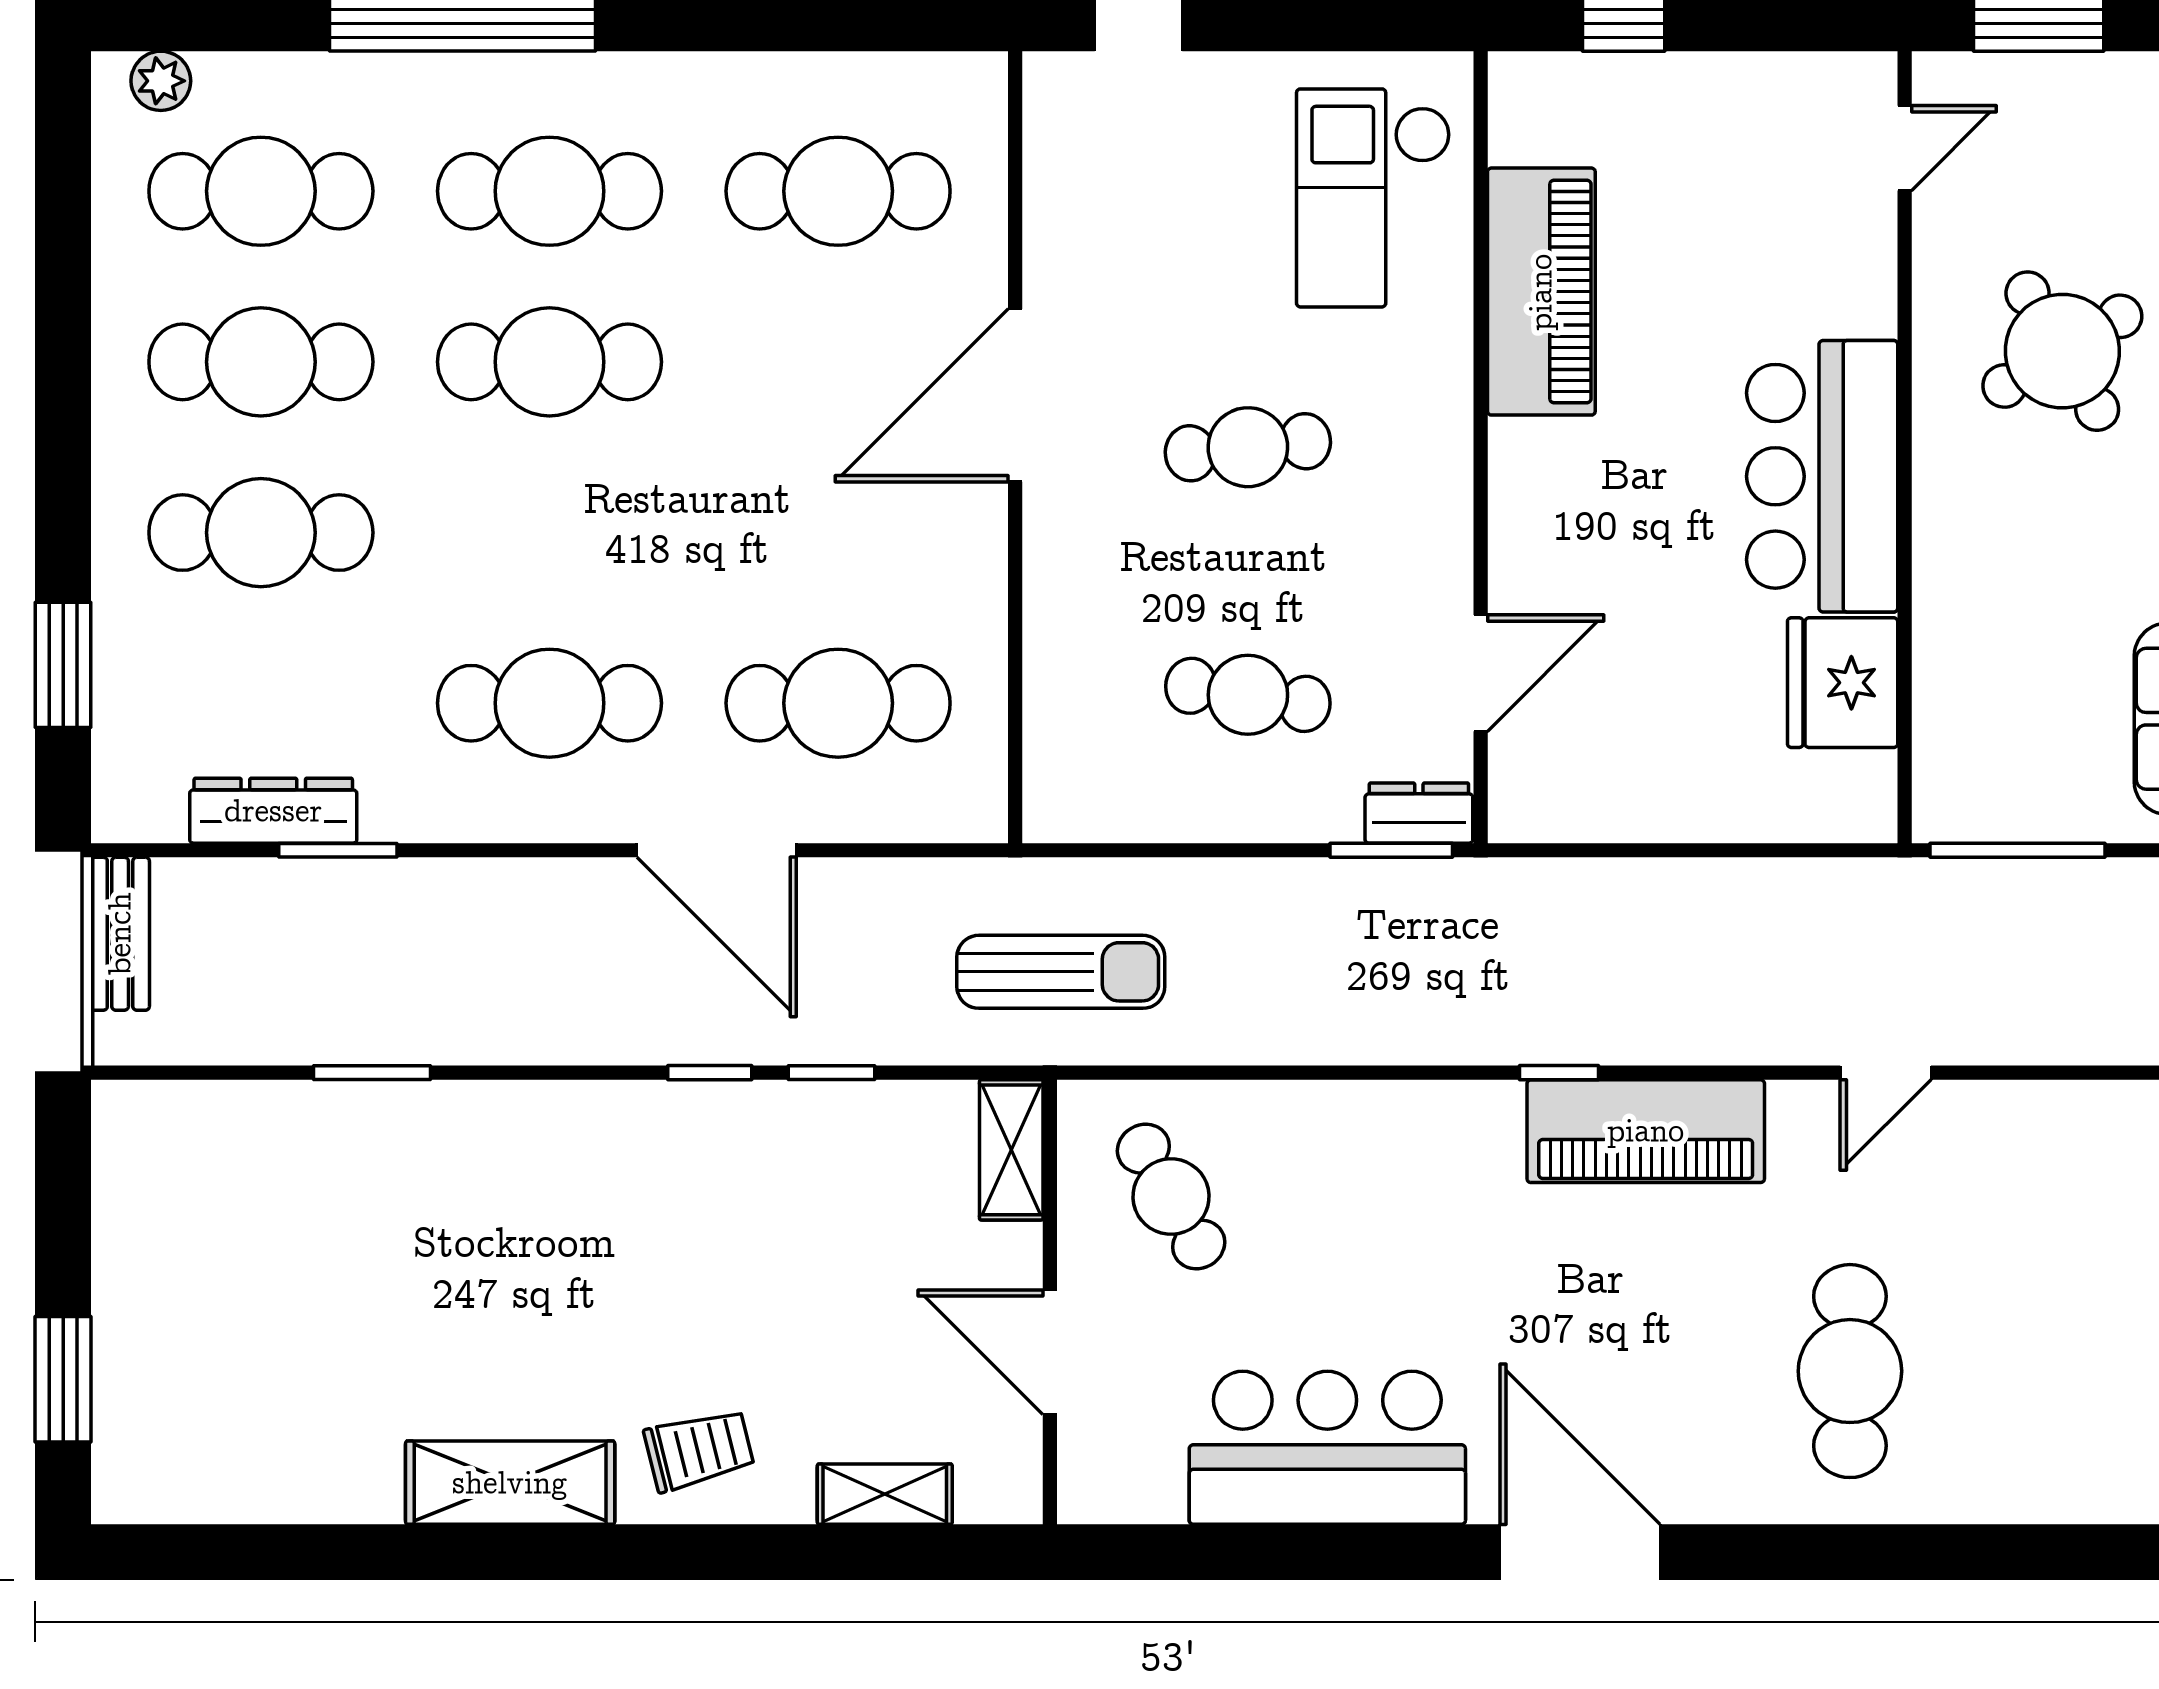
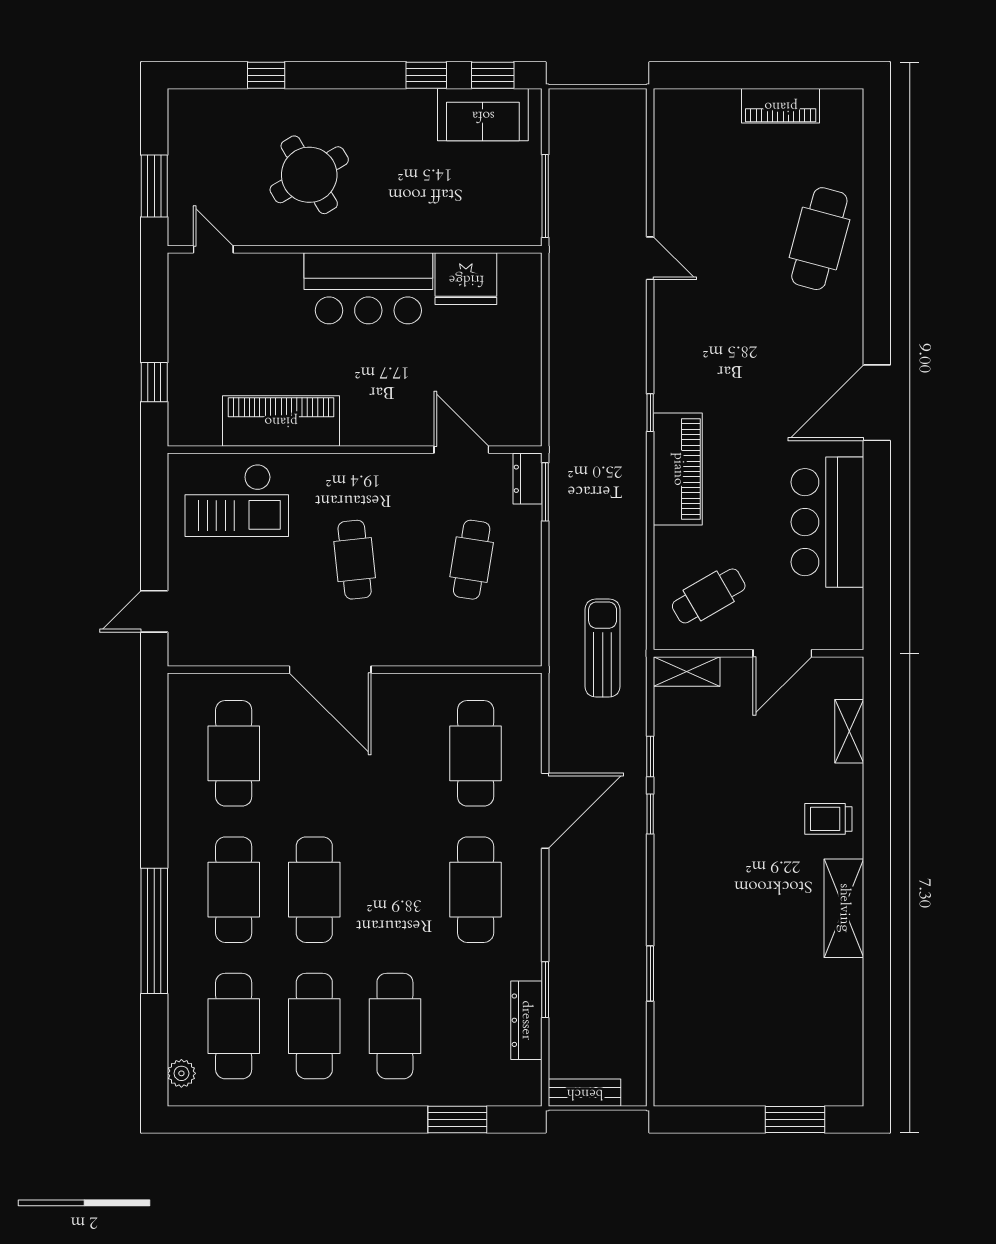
piano: (1646, 1131) -> (678, 469), moved
cafe table: (1850, 1371) -> (819, 239), moved, turned -75
trolley: (699, 1450) -> (828, 819), turned -76

